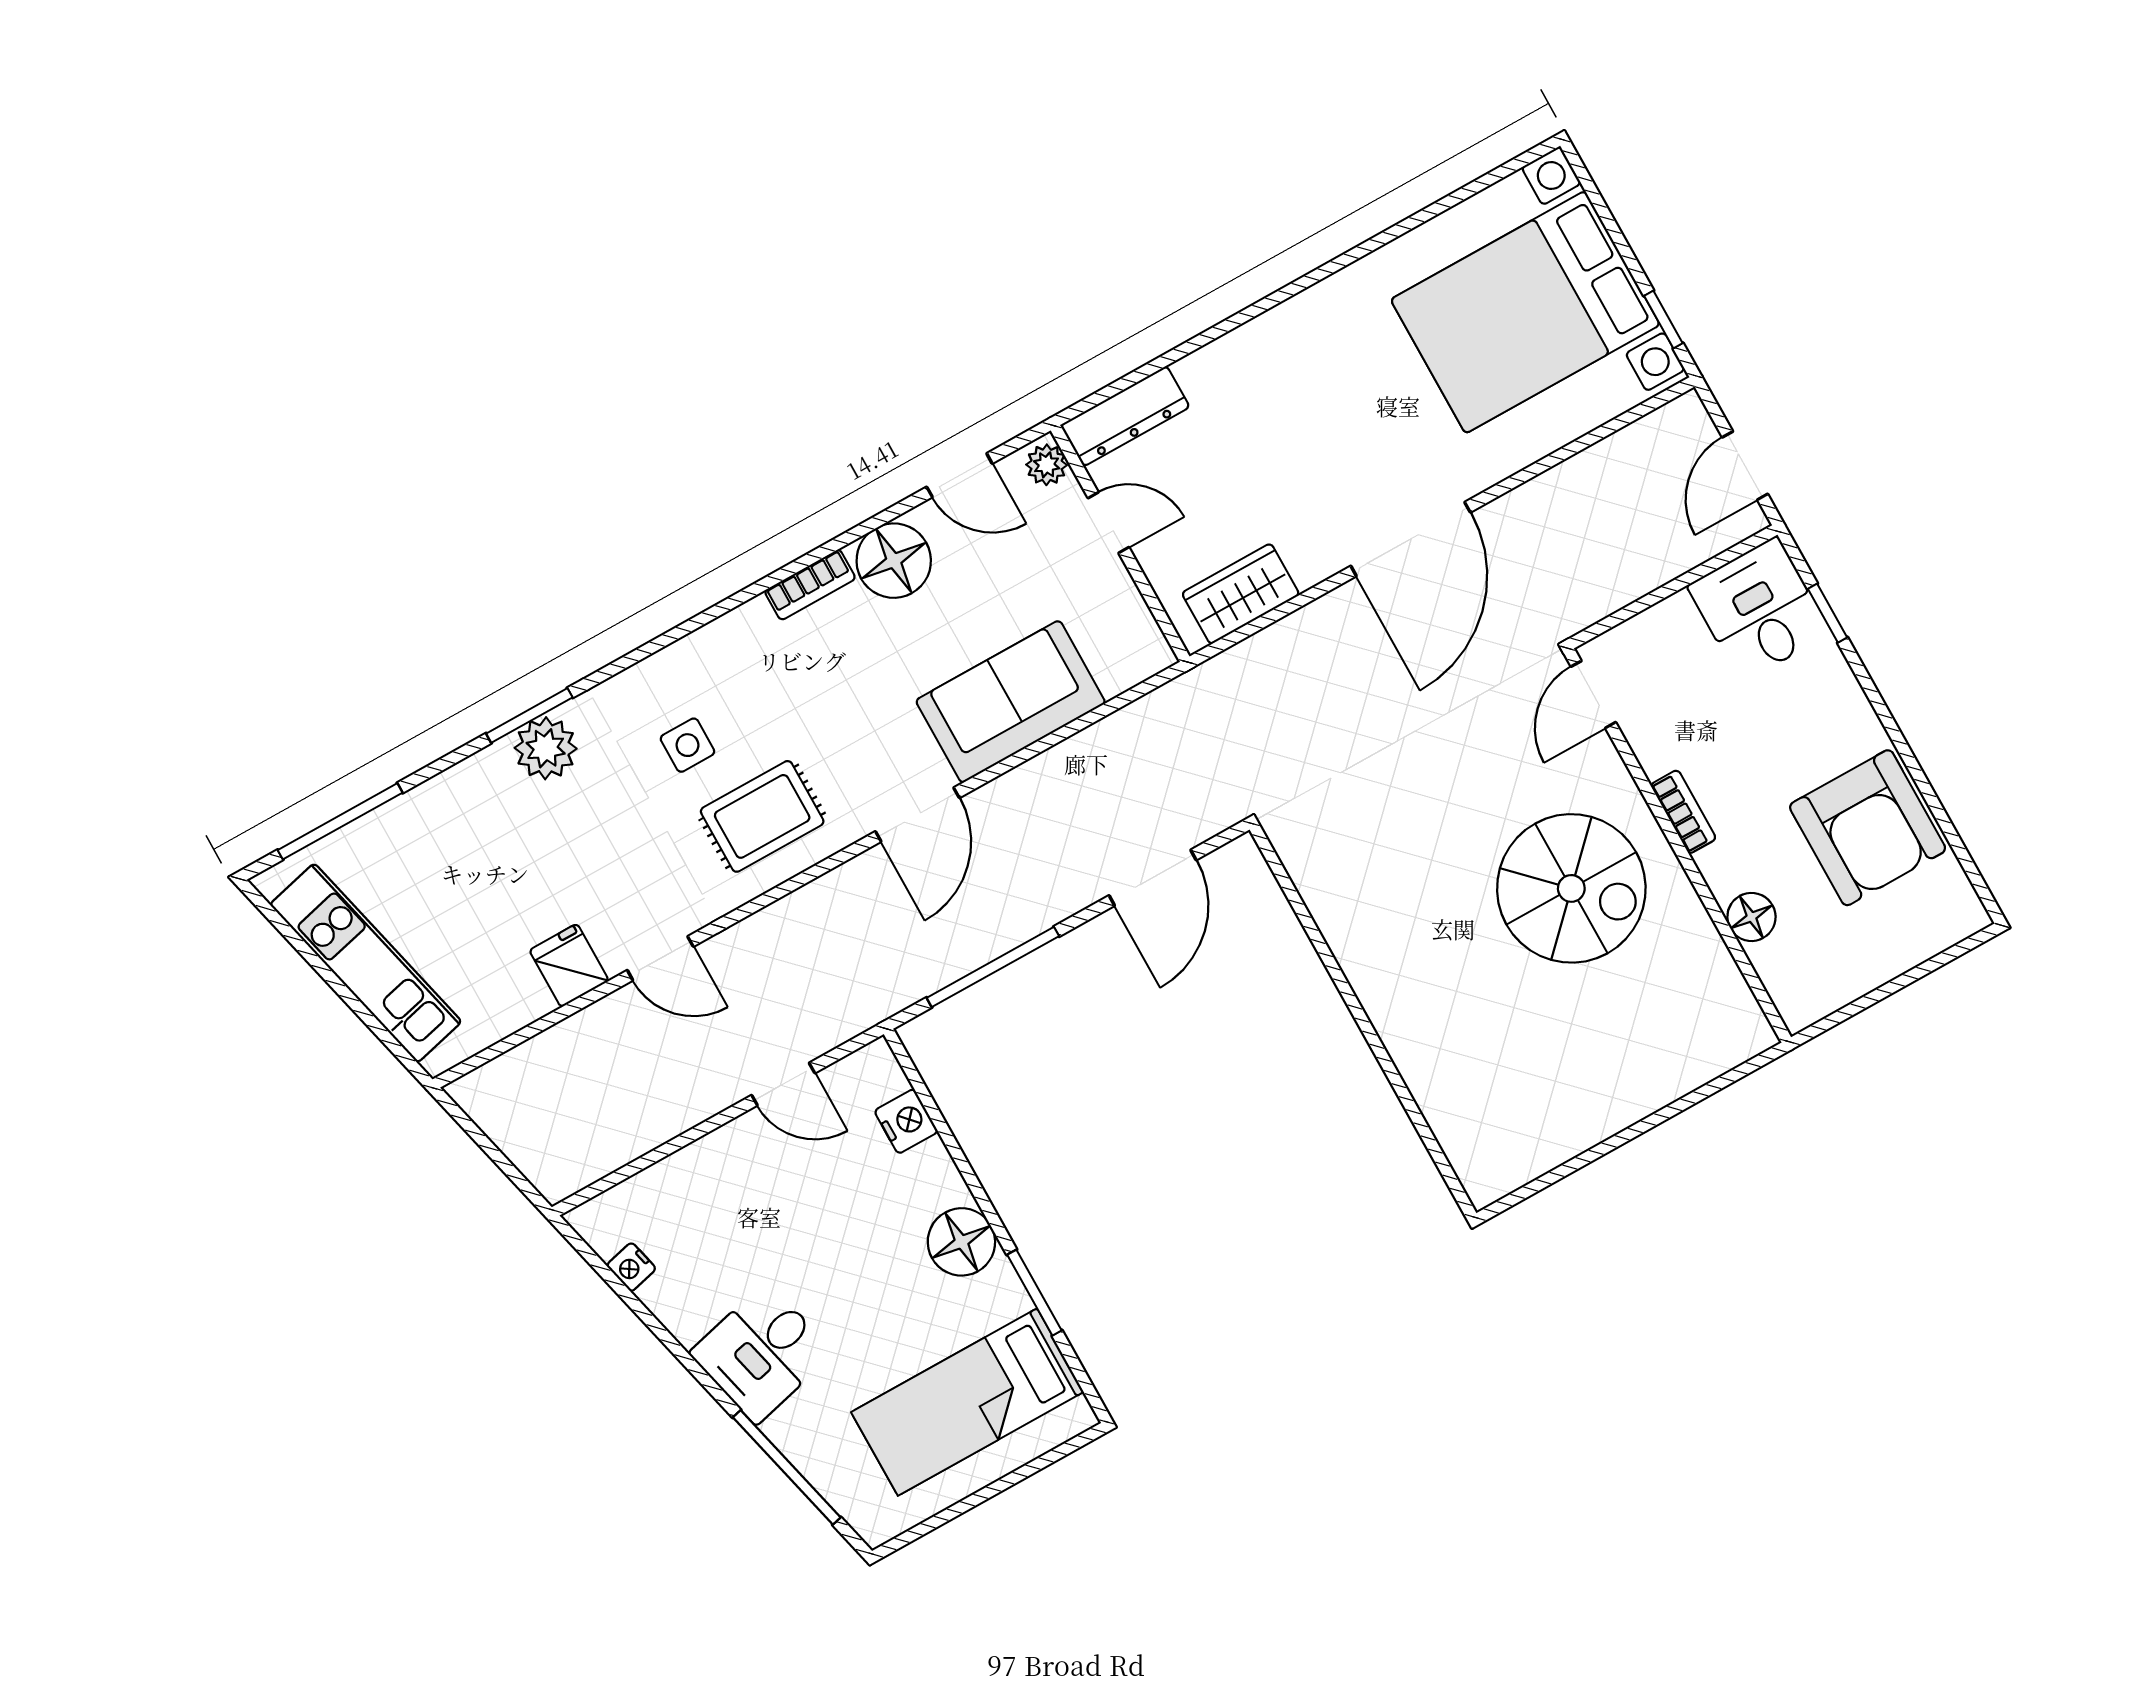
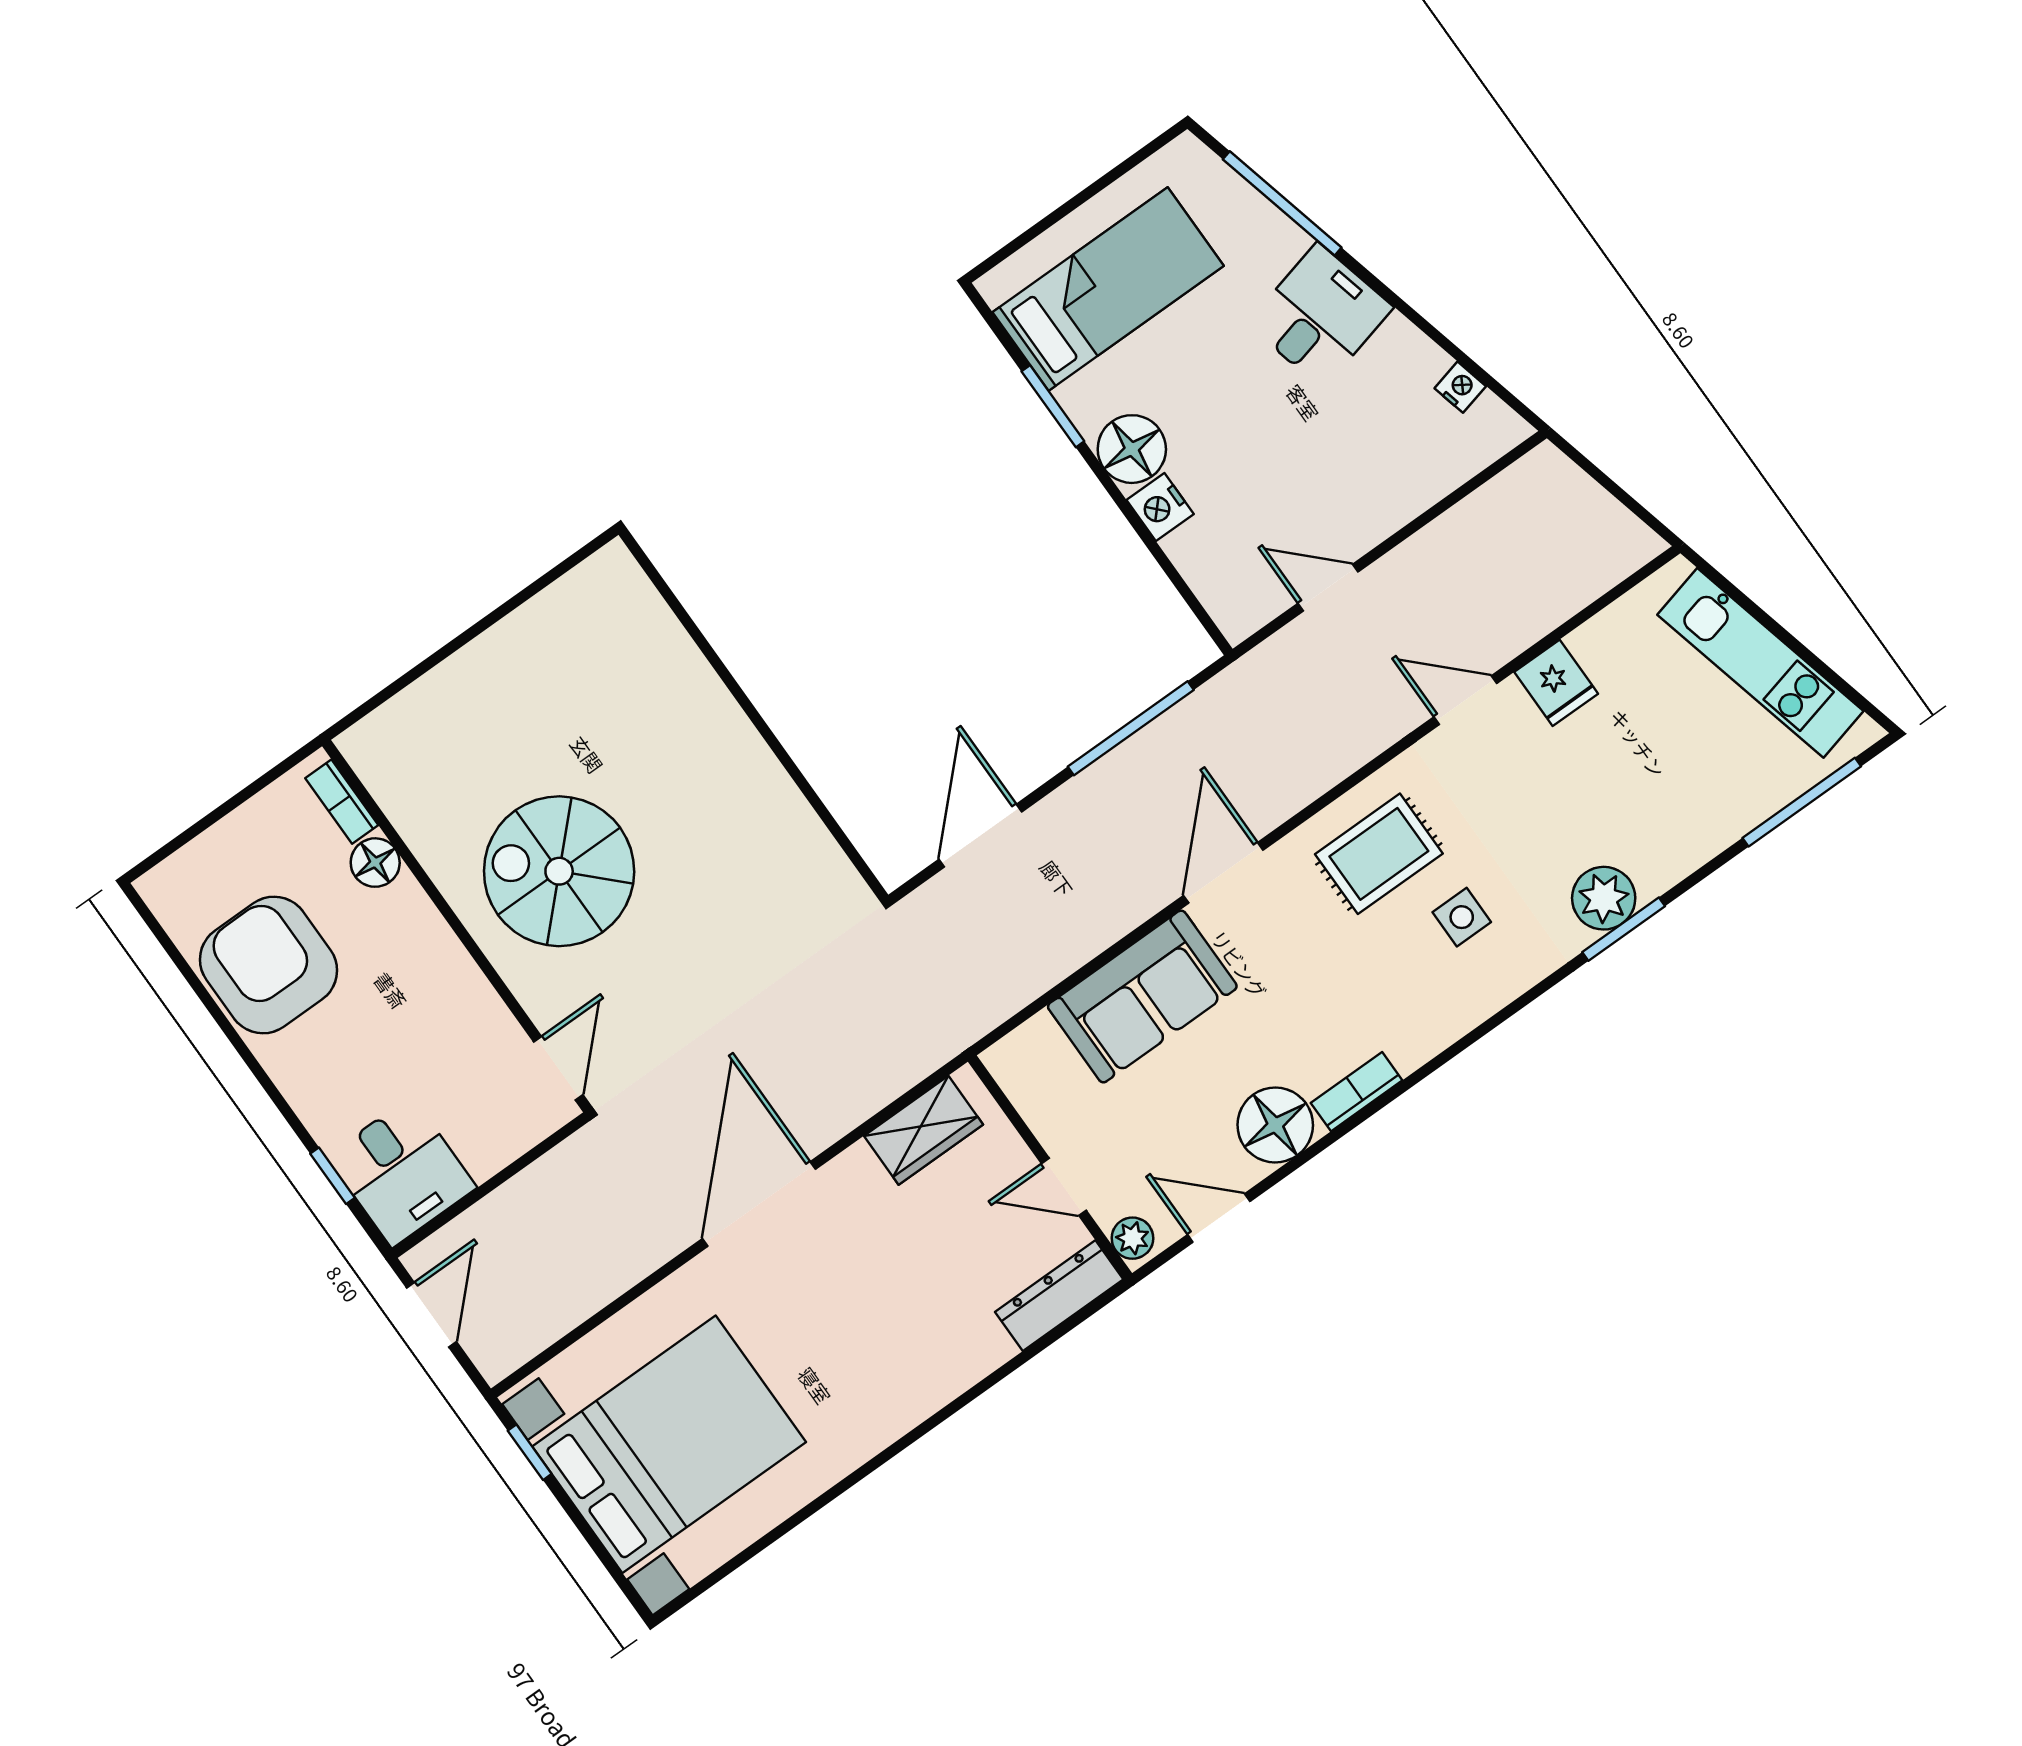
bookcase: (1683, 812) -> (342, 802), moved
nightstand: (906, 1121) -> (1160, 507), moved

